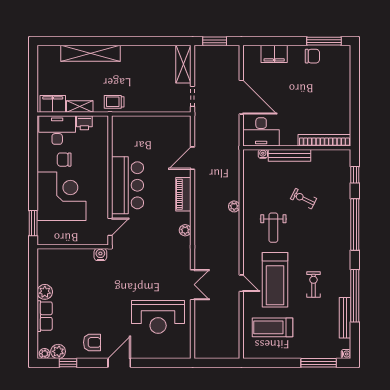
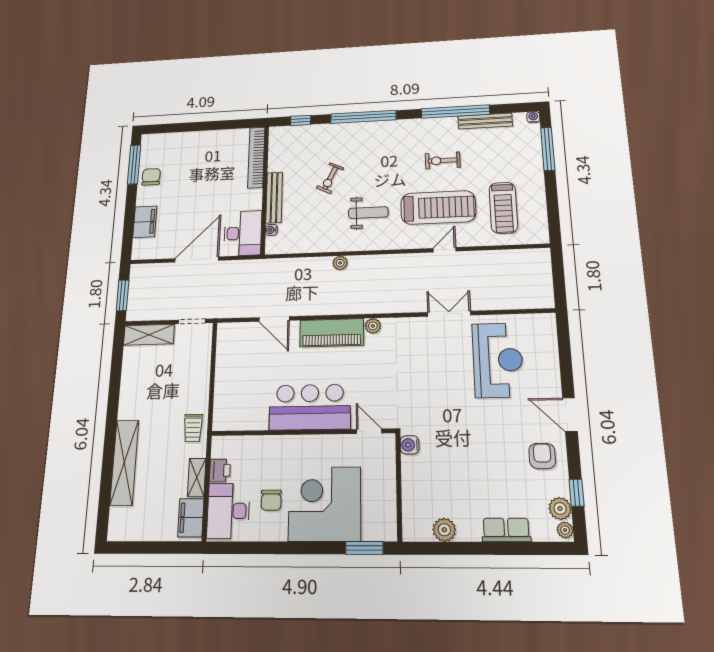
piano: (183, 194) -> (332, 333), width x1.37, depth x1.33
plant: (45, 292) -> (444, 530), moved

